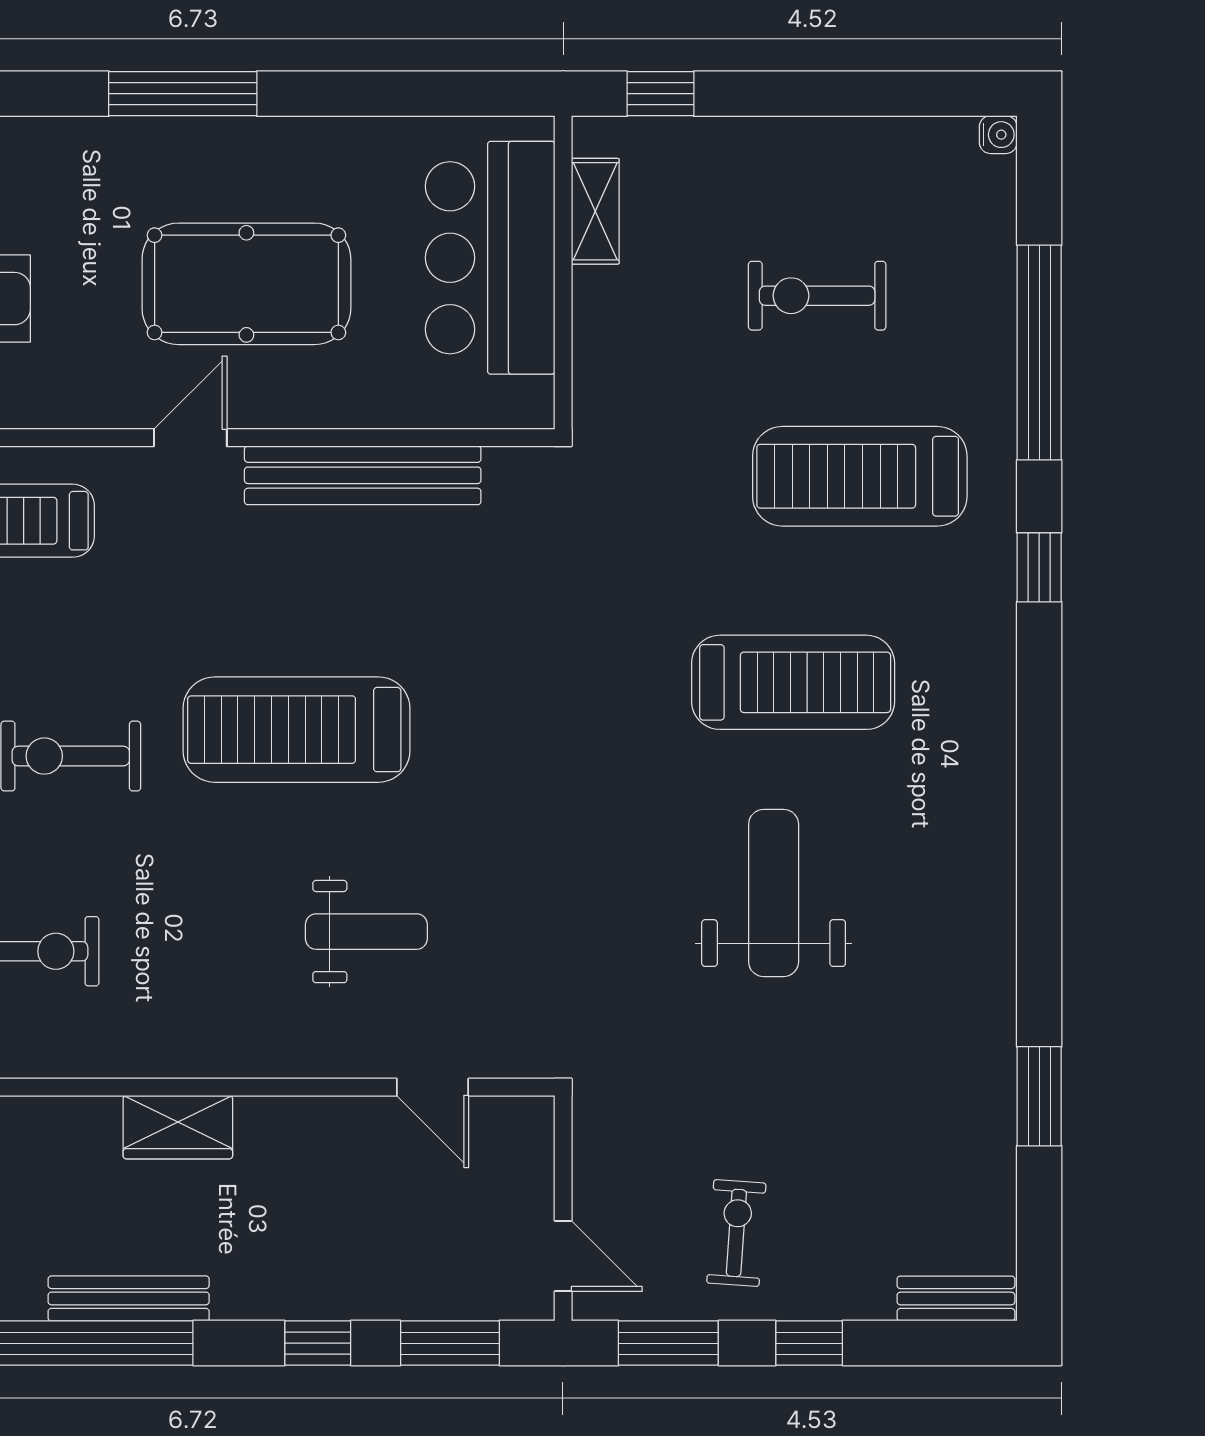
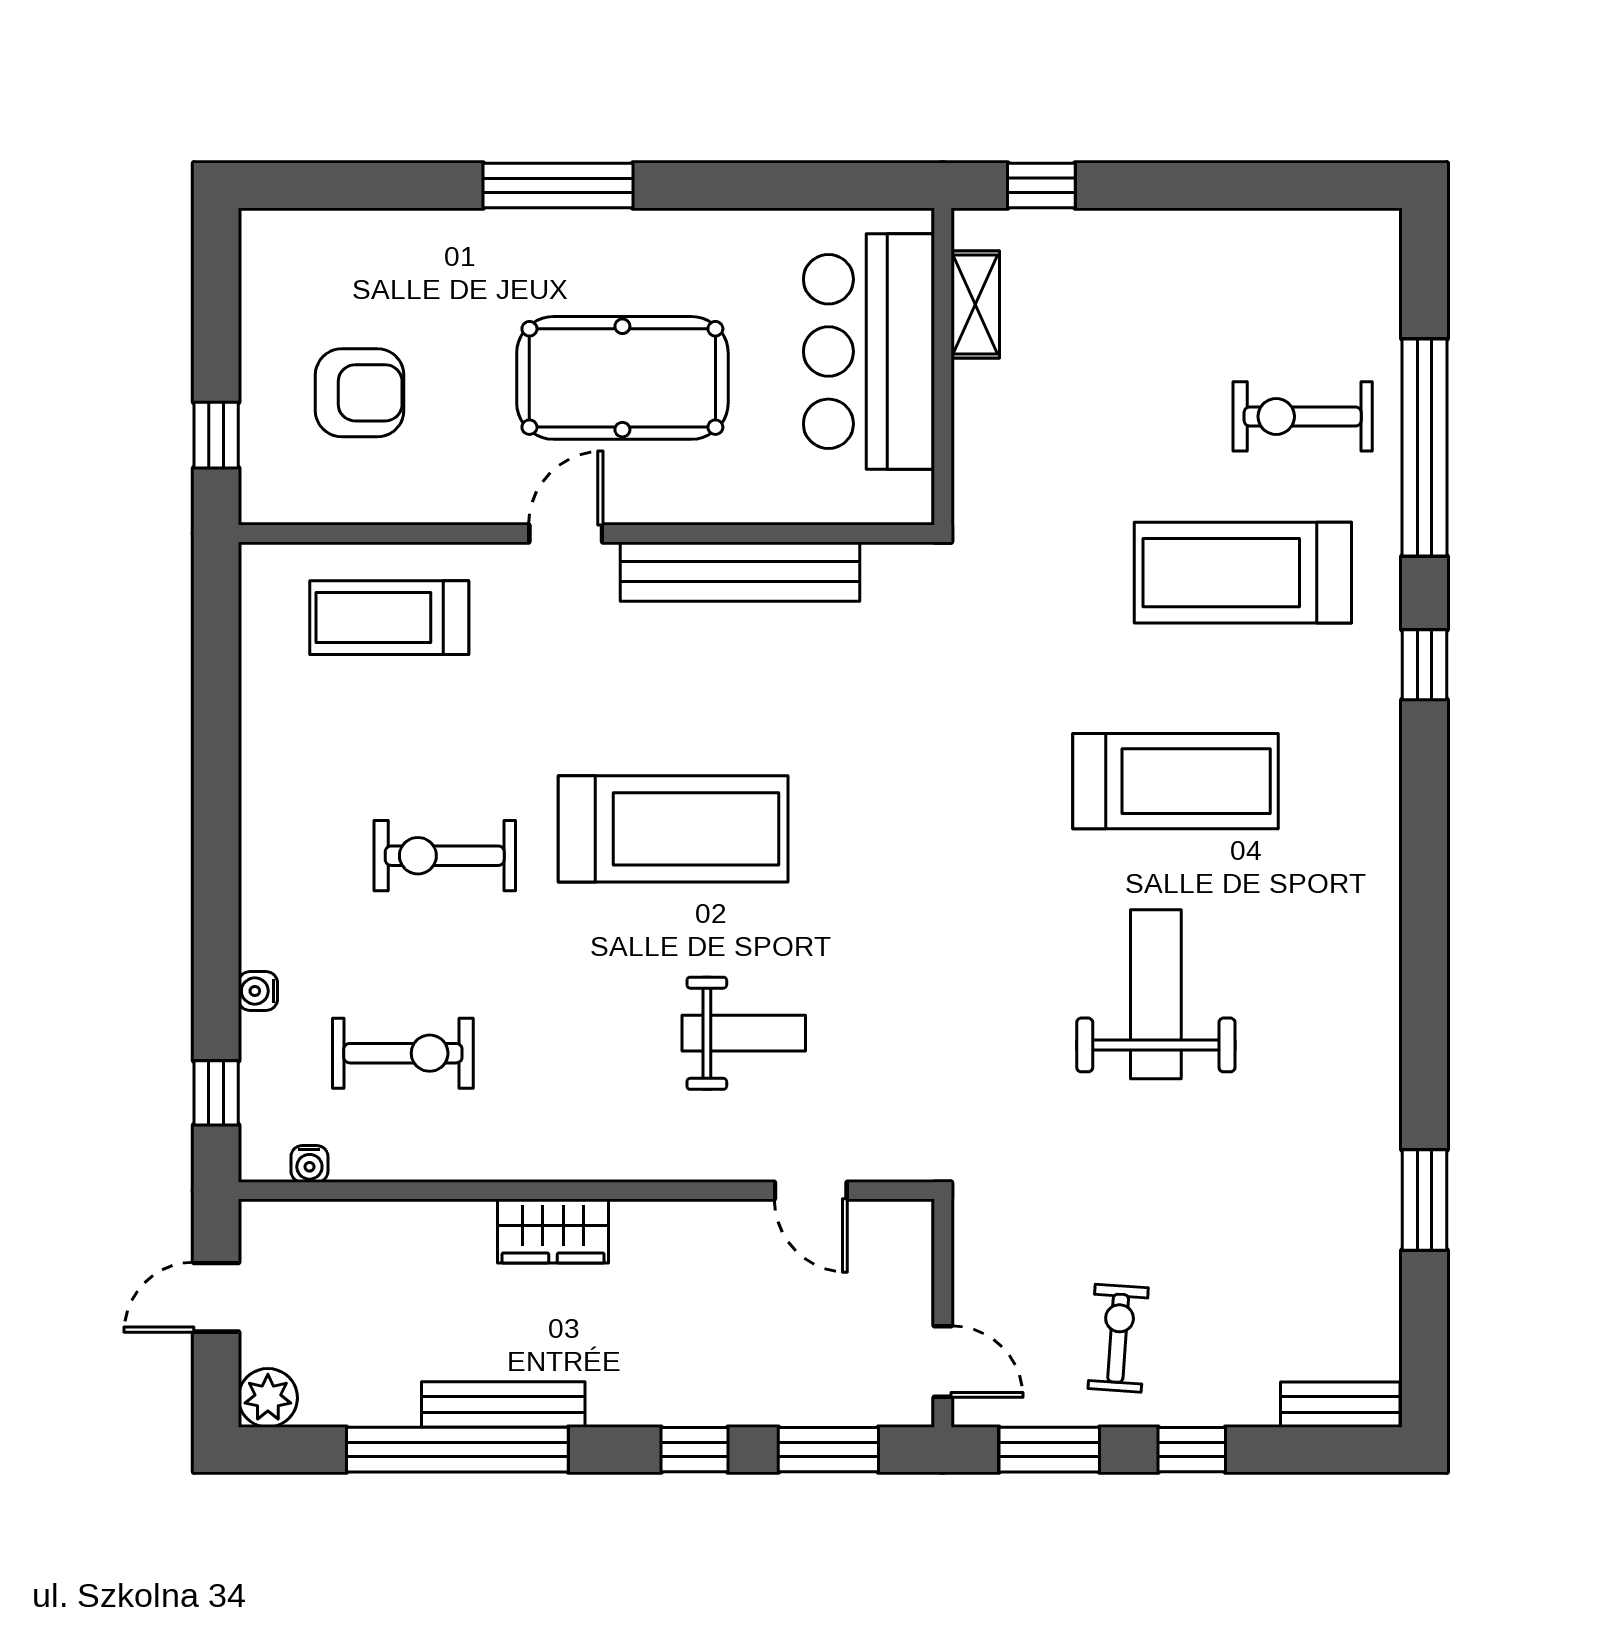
water cooler: (998, 135) -> (1383, 227), removed
exercise bike: (817, 296) -> (1303, 416), moved
treadmill: (297, 730) -> (673, 829), turned 180

